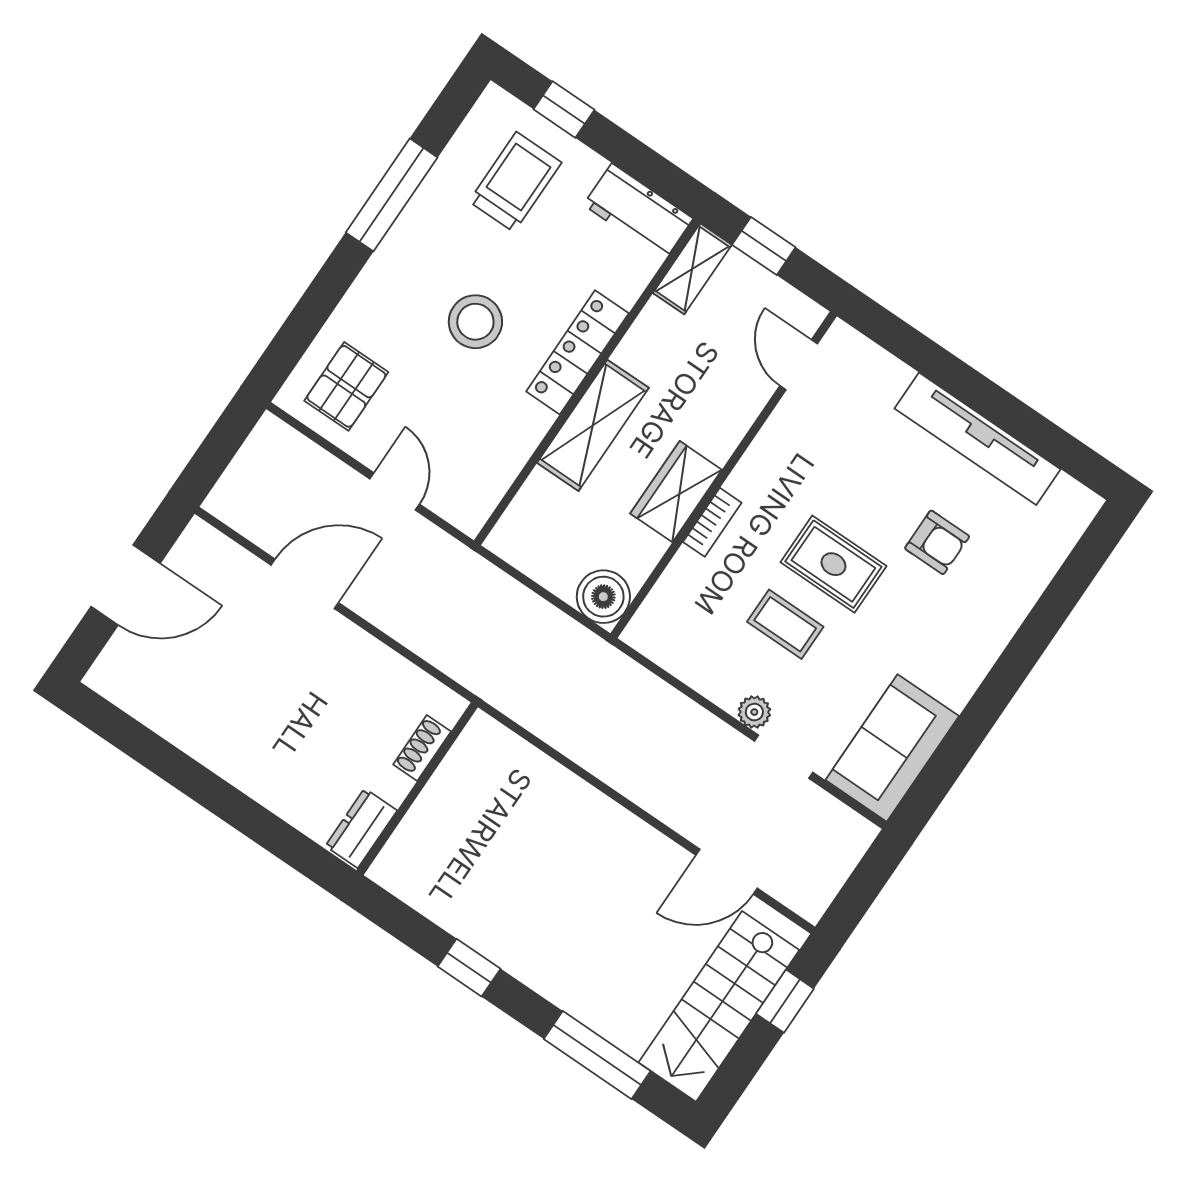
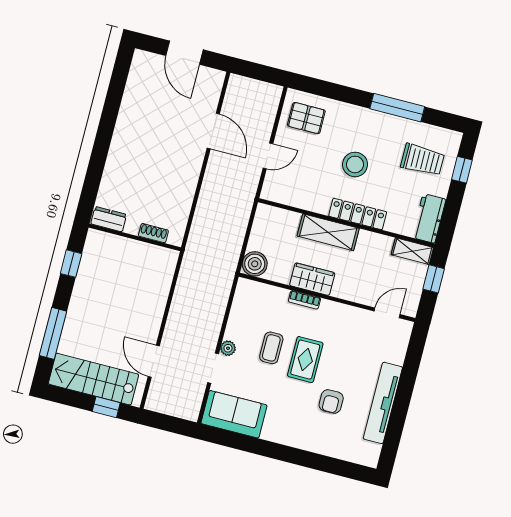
shoe rack: (422, 748) -> (153, 233), moved
wall: (417, 789) -> (135, 237), moved
dresser: (361, 828) -> (109, 219), moved

